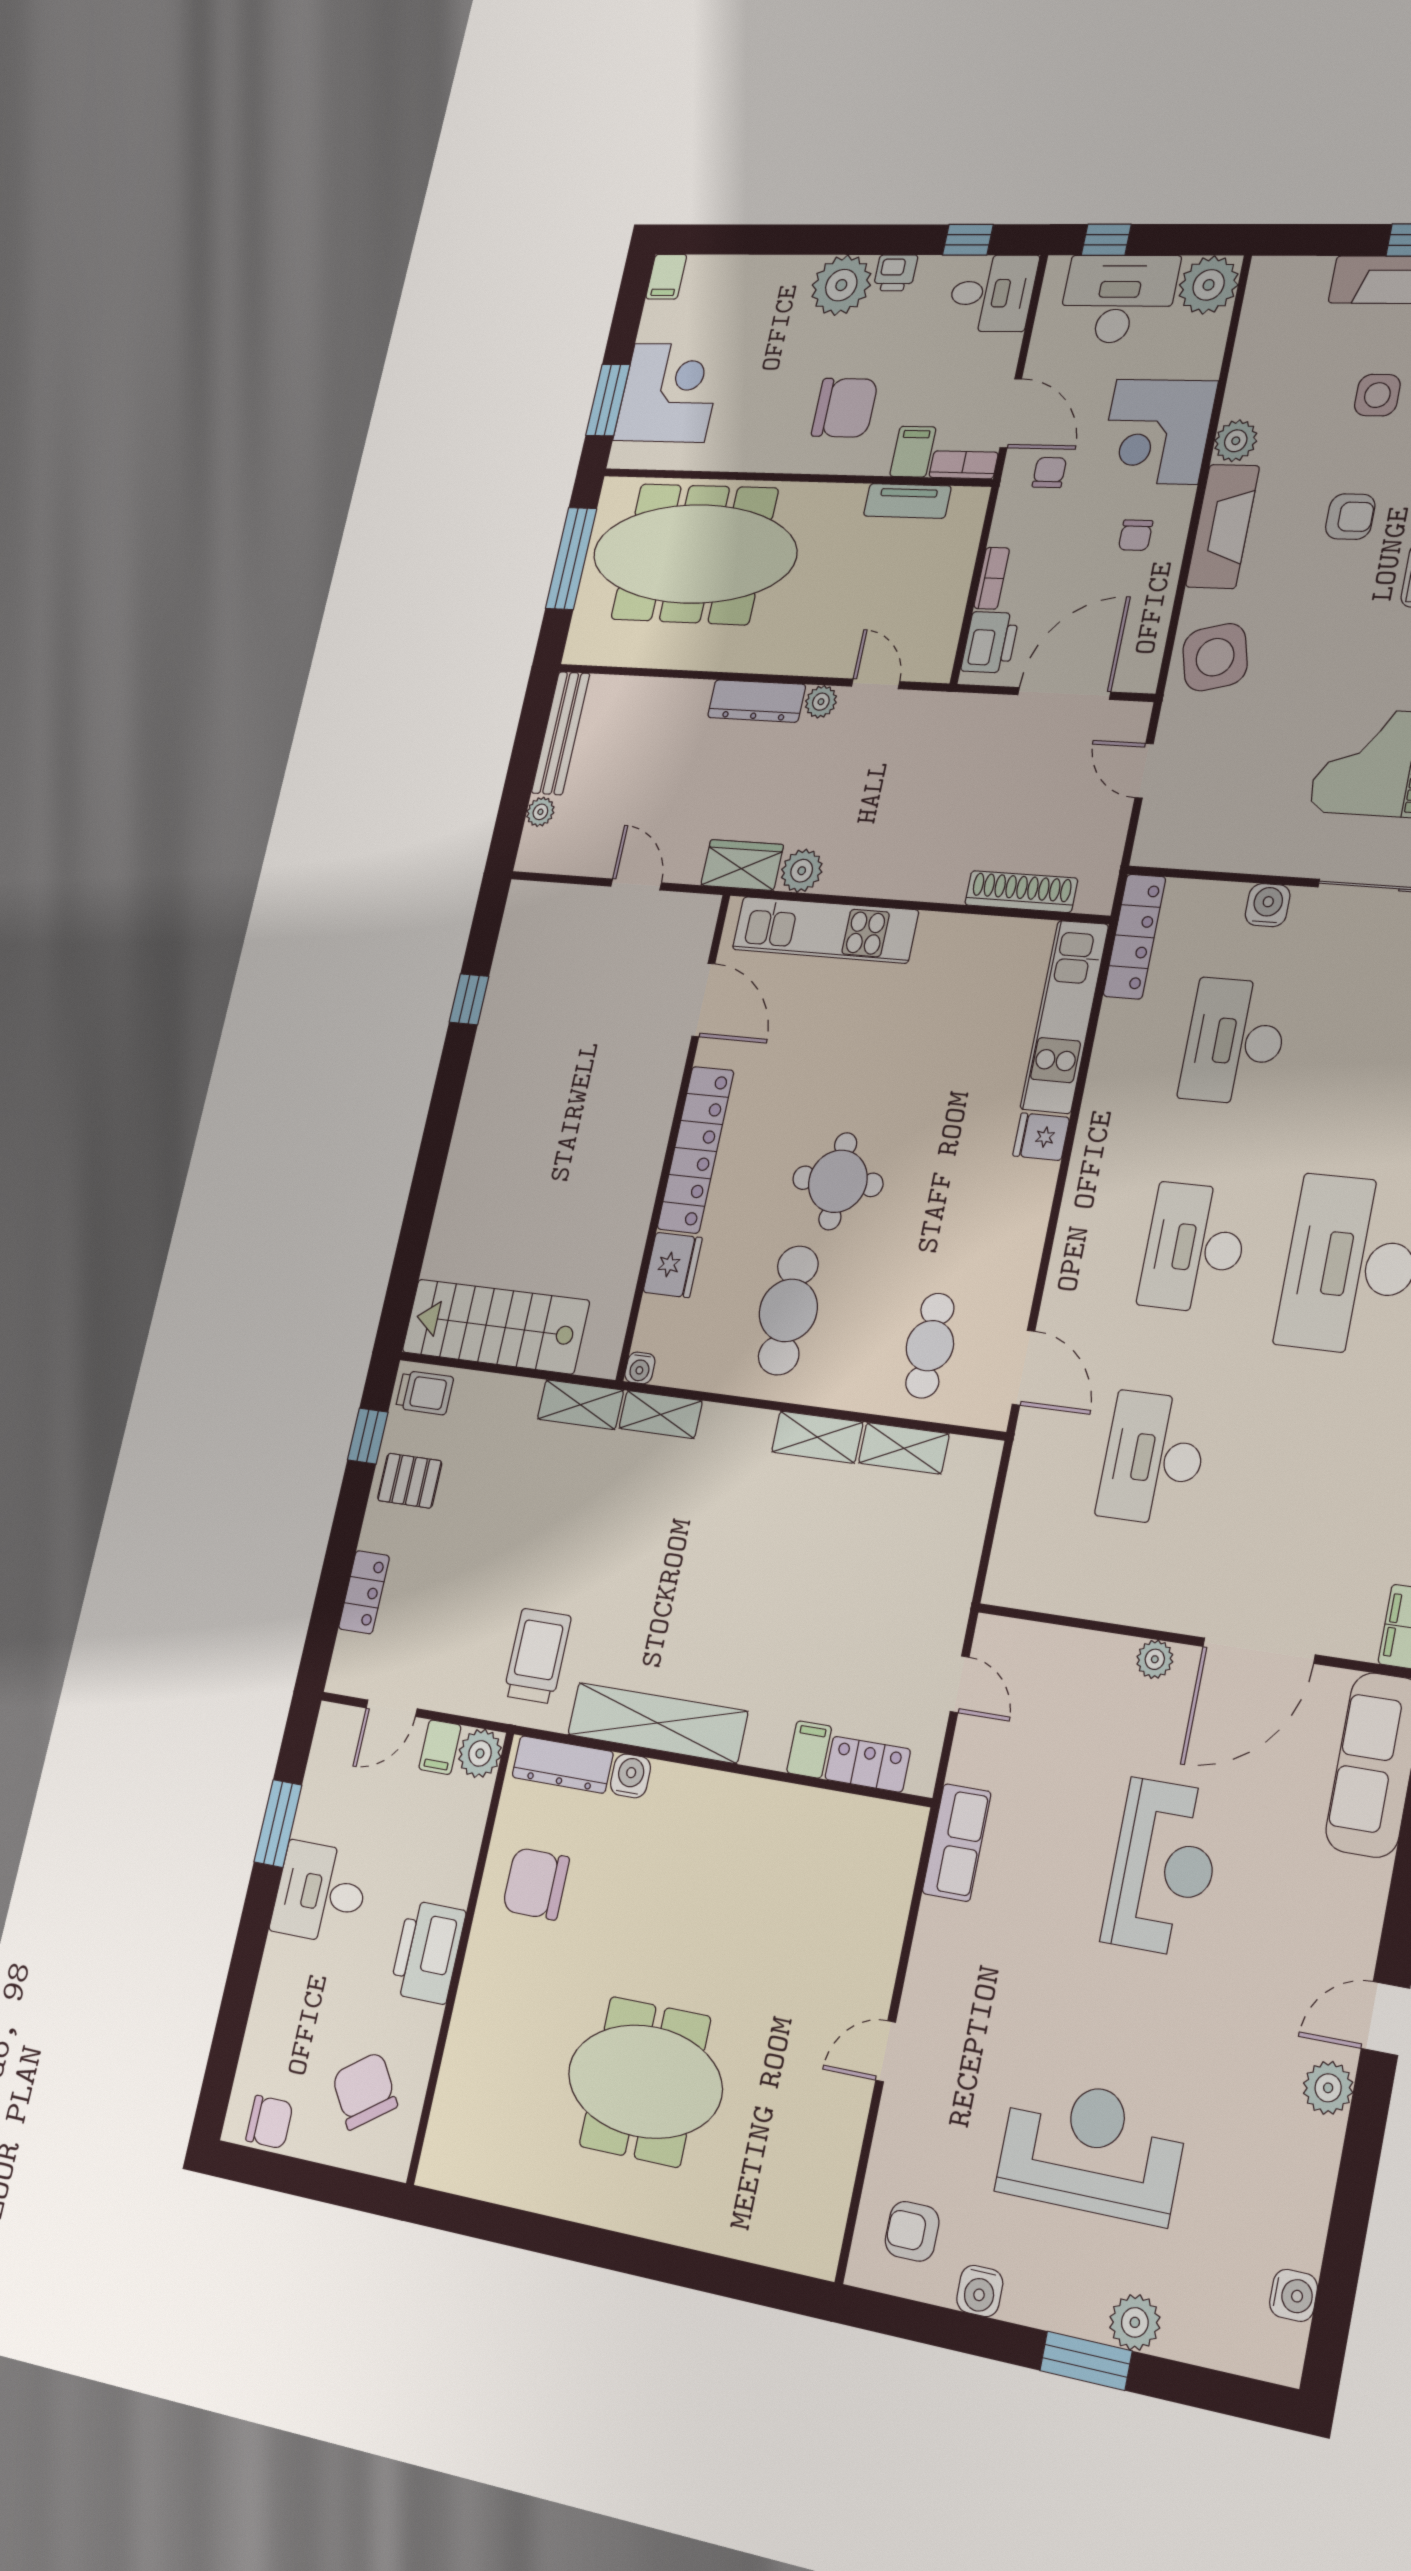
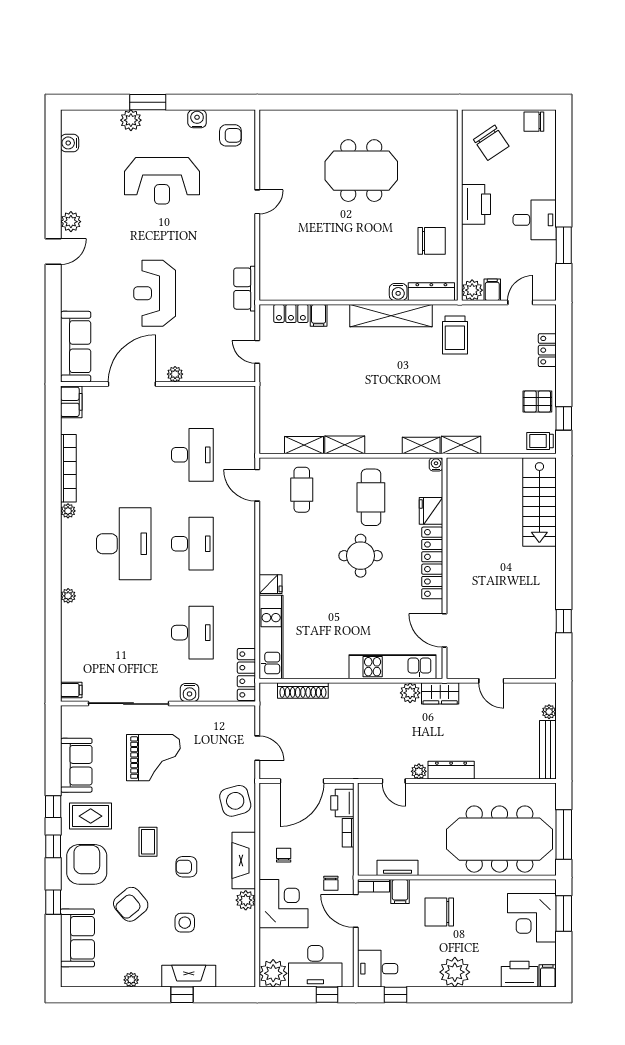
printer: (895, 273) -> (519, 974), moved, width x1.87, depth x1.48
stairs: (495, 1326) -> (539, 502), moved, turned 90

